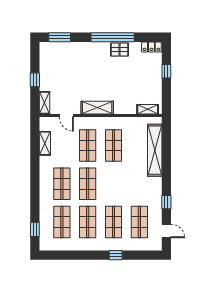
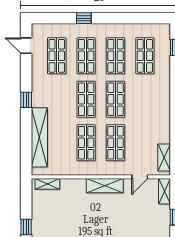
door: (66, 115) -> (140, 177), swing flipped
shelving: (45, 143) -> (164, 158), moved
shop shelf: (62, 184) -> (86, 99), moved
window: (166, 202) -> (26, 100), moved

